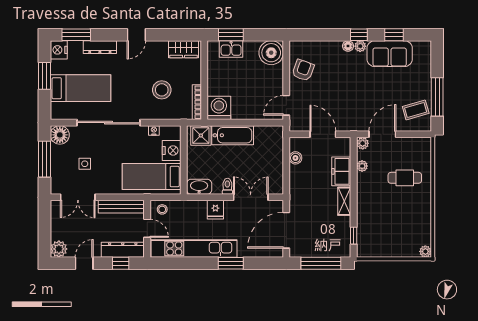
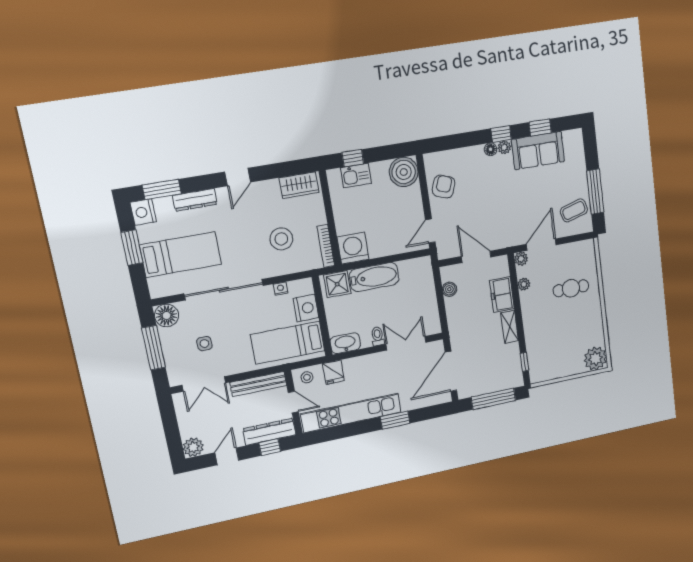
window: (231, 35) -> (353, 158), width x0.67
fridge: (215, 210) -> (333, 372), moved
plant: (425, 251) -> (595, 359), width x1.88, depth x1.88

